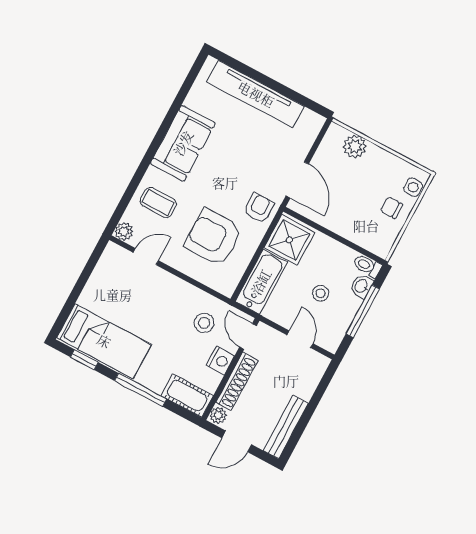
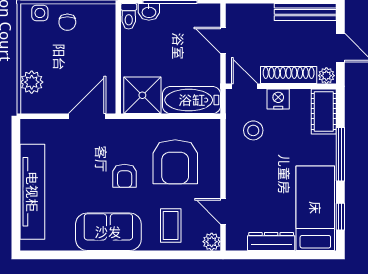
armchair: (259, 208) -> (125, 176), moved, turned -90
dresser: (95, 285) -> (271, 241), added
stool: (321, 293) -> (174, 44), removed
door: (248, 336) -> (245, 86), swing flipped
door: (300, 339) -> (223, 40), hinge flipped

